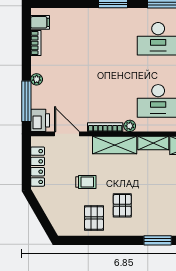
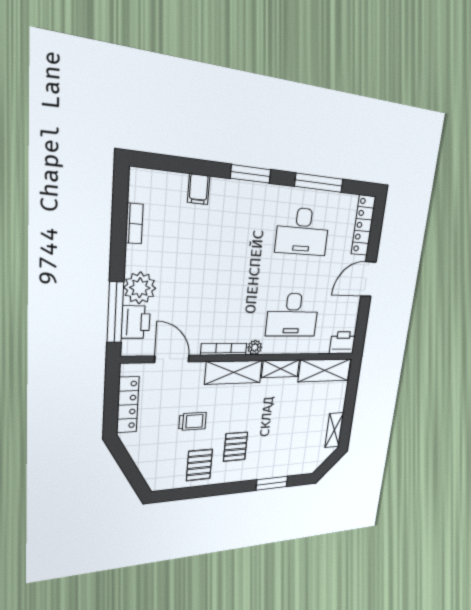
filing cabinet: (40, 22) -> (199, 189), moved, turned 90
plant: (37, 79) -> (140, 288), width x1.88, depth x1.88
printer: (40, 120) -> (136, 322), moved

